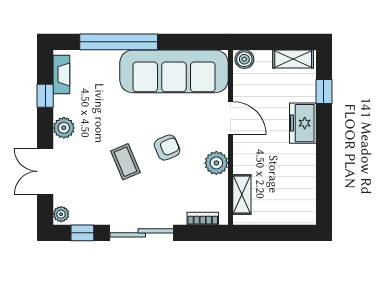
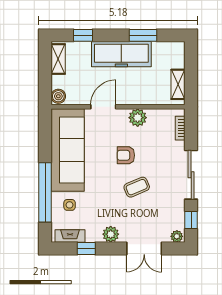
side table: (102, 74) -> (70, 205), added
freezer: (303, 123) -> (121, 54), width x1.91, depth x1.26
armchair: (167, 148) -> (126, 155), turned -67
window: (324, 170) -> (143, 35), added
shelving: (242, 195) -> (178, 84), moved, turned 90

